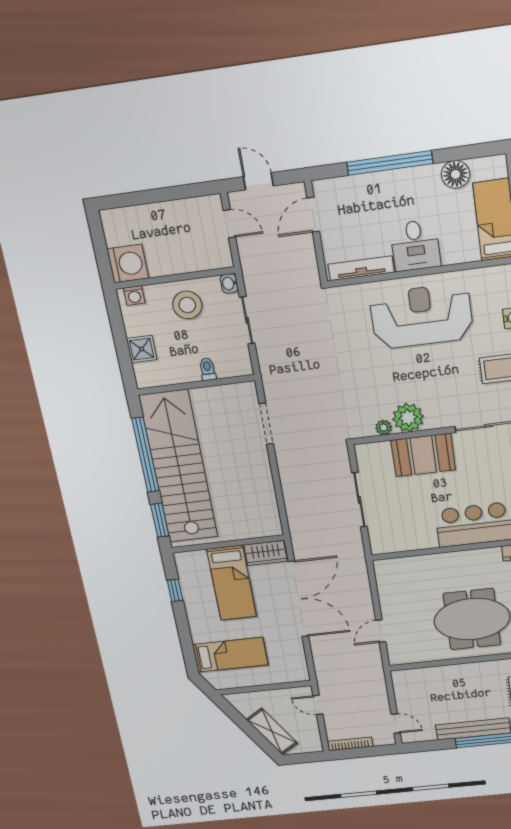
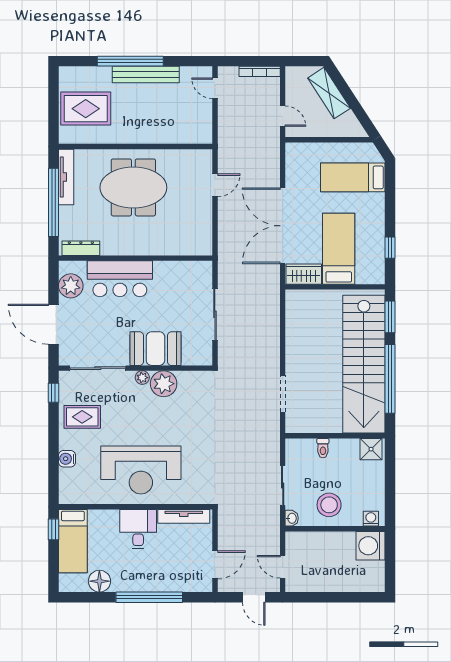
shower: (142, 349) -> (371, 449), moved
plant: (384, 428) -> (142, 378), moved

